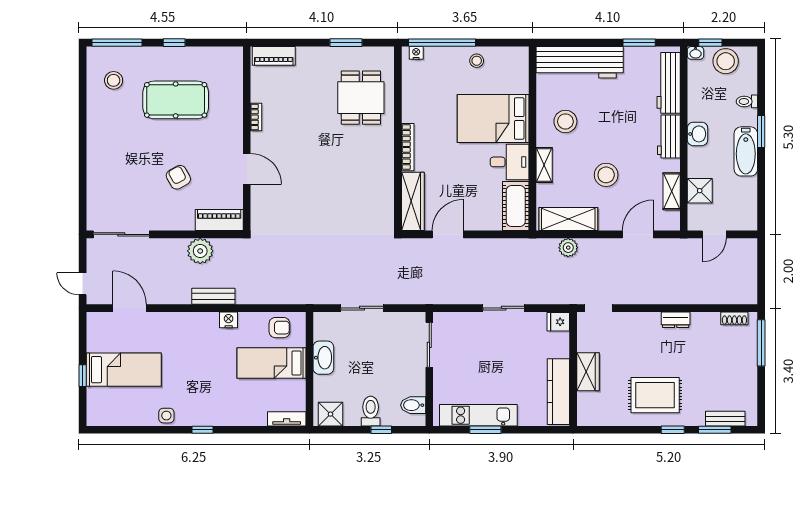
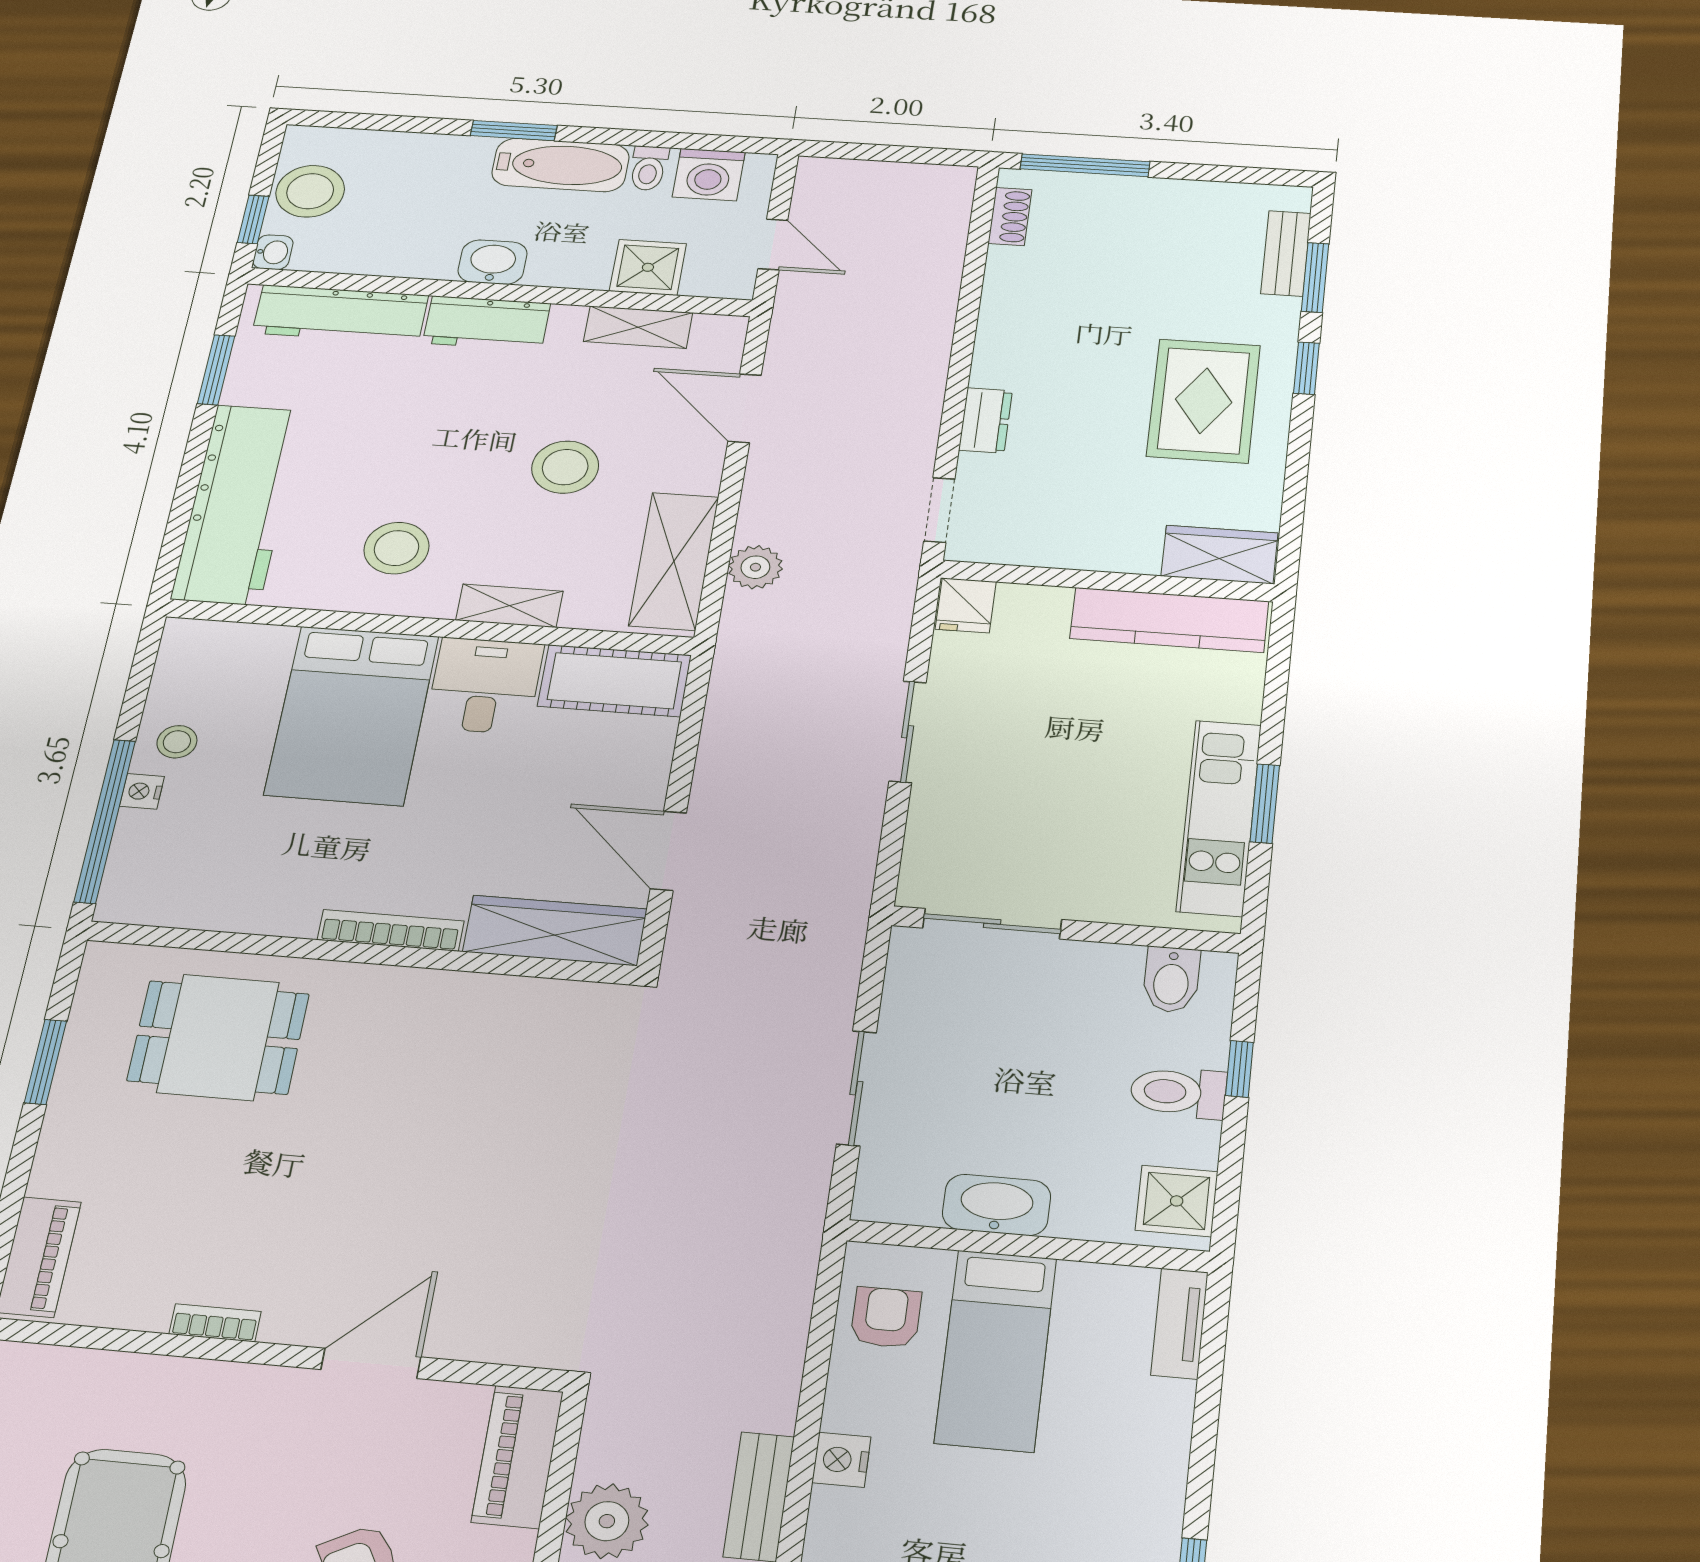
nightstand: (416, 53) -> (142, 791), moved
toilet: (747, 101) -> (649, 168), moved
washing machine: (746, 207) -> (709, 175), added
dresser: (676, 320) -> (986, 420), moved
wardrobe: (588, 372) -> (1219, 554), moved

